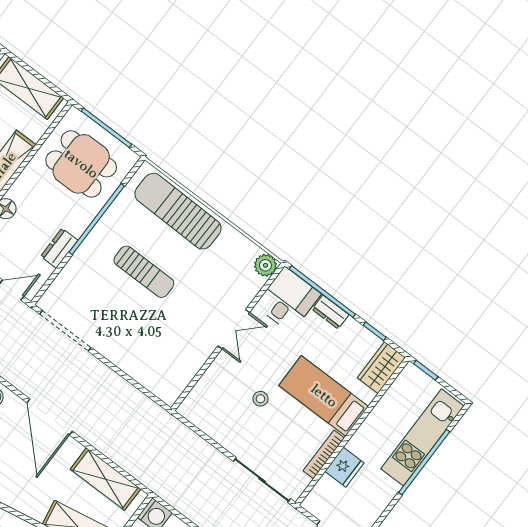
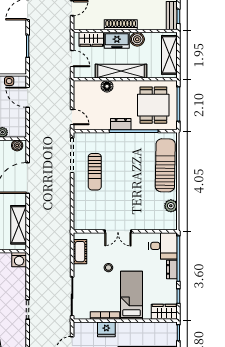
dresser: (59, 248) -> (121, 124), moved
plant: (265, 265) -> (171, 206), moved
sun lounger: (144, 272) -> (95, 172), moved
double door: (234, 329) -> (118, 231), moved
cot: (208, 422) -> (80, 252), added

